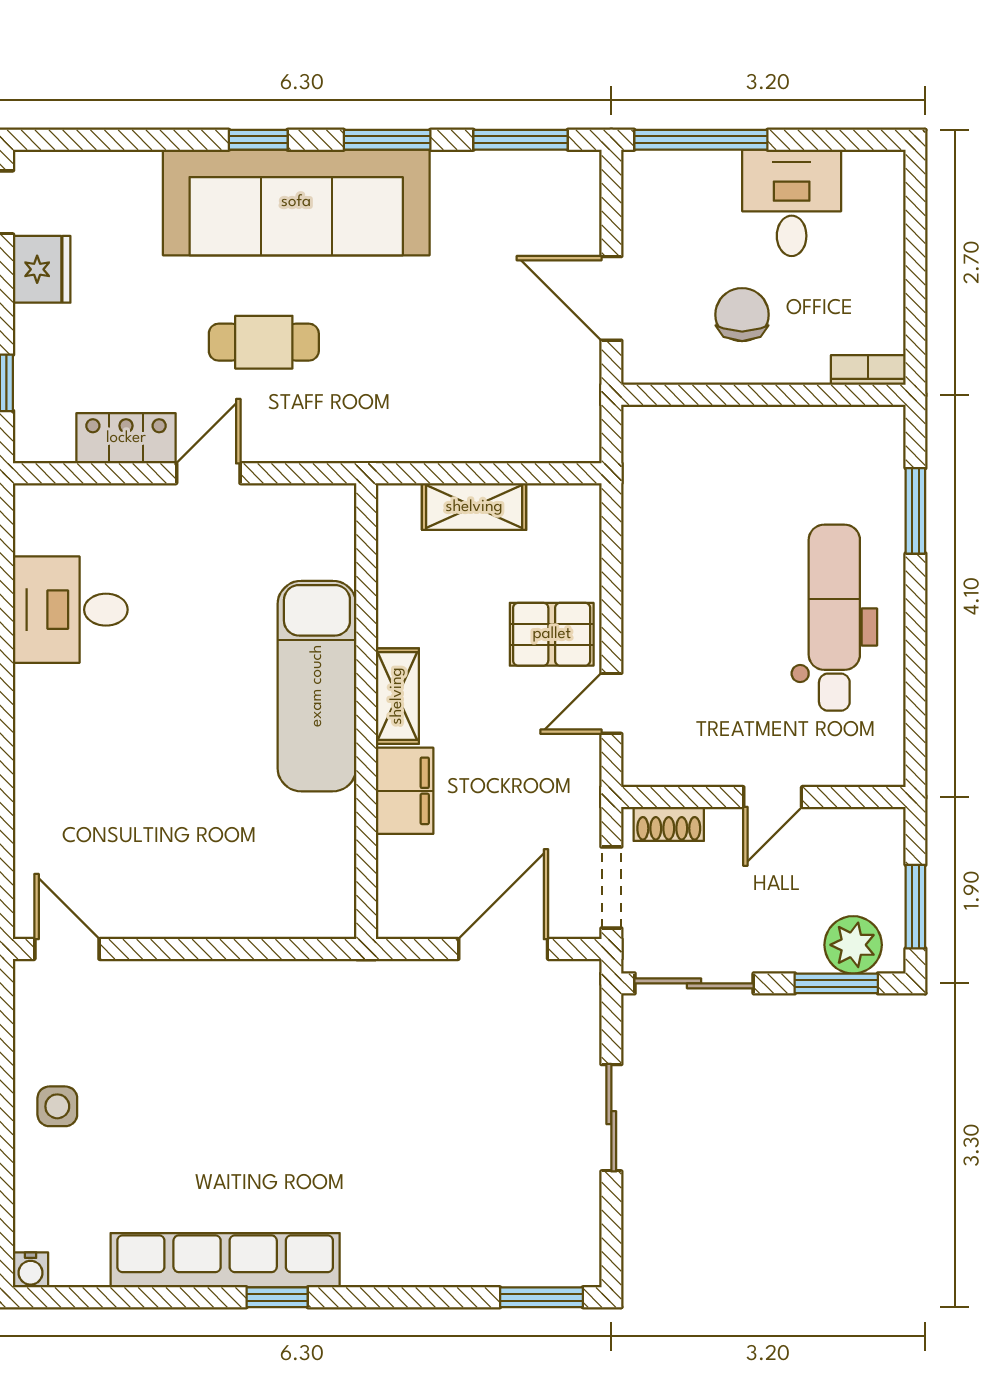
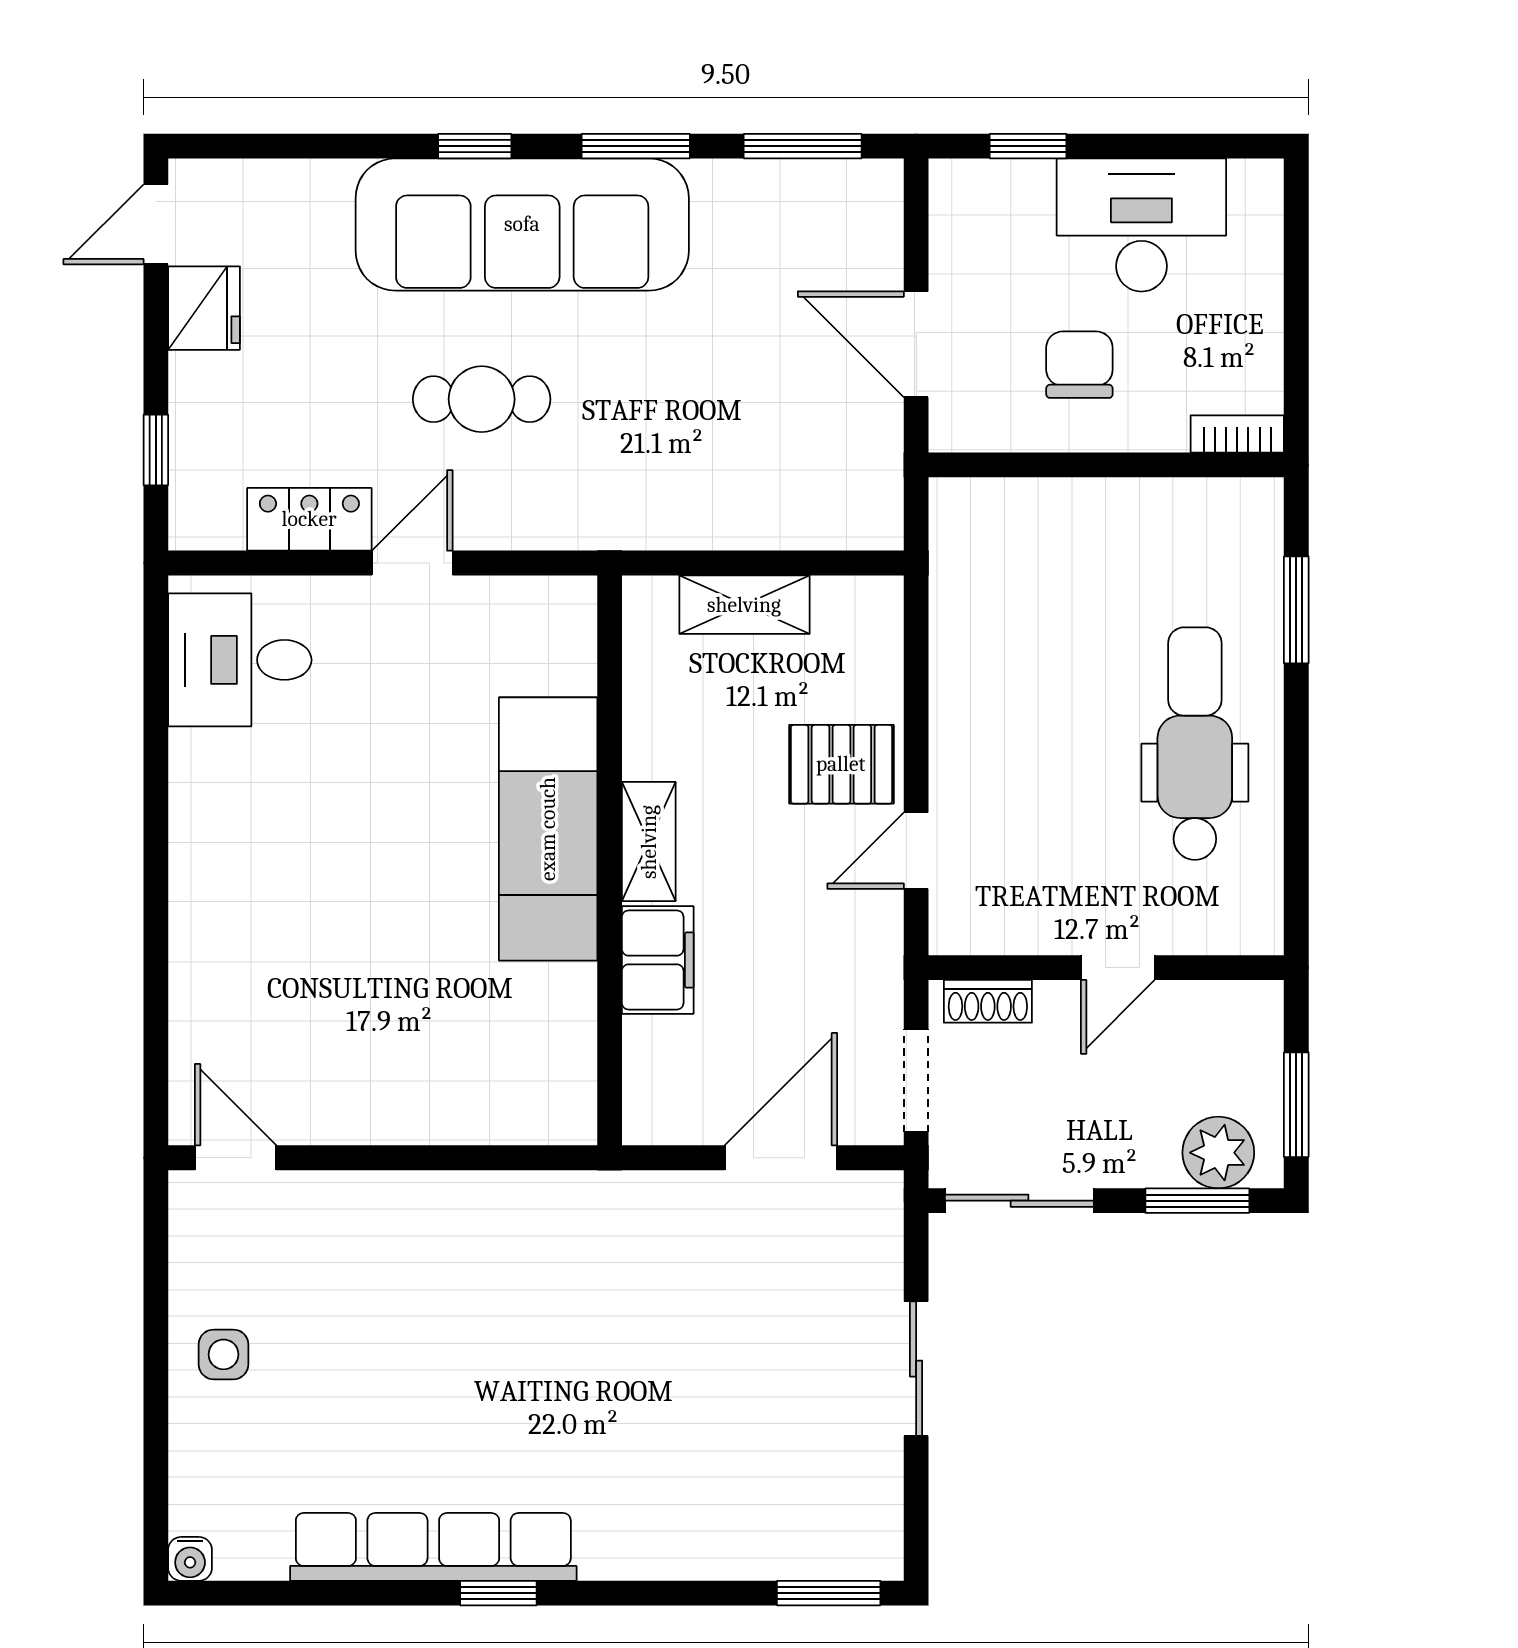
window: (701, 140) -> (1028, 146), width x0.46
desk: (792, 203) -> (1141, 225), width x1.37
desk: (70, 610) -> (240, 660), moved

